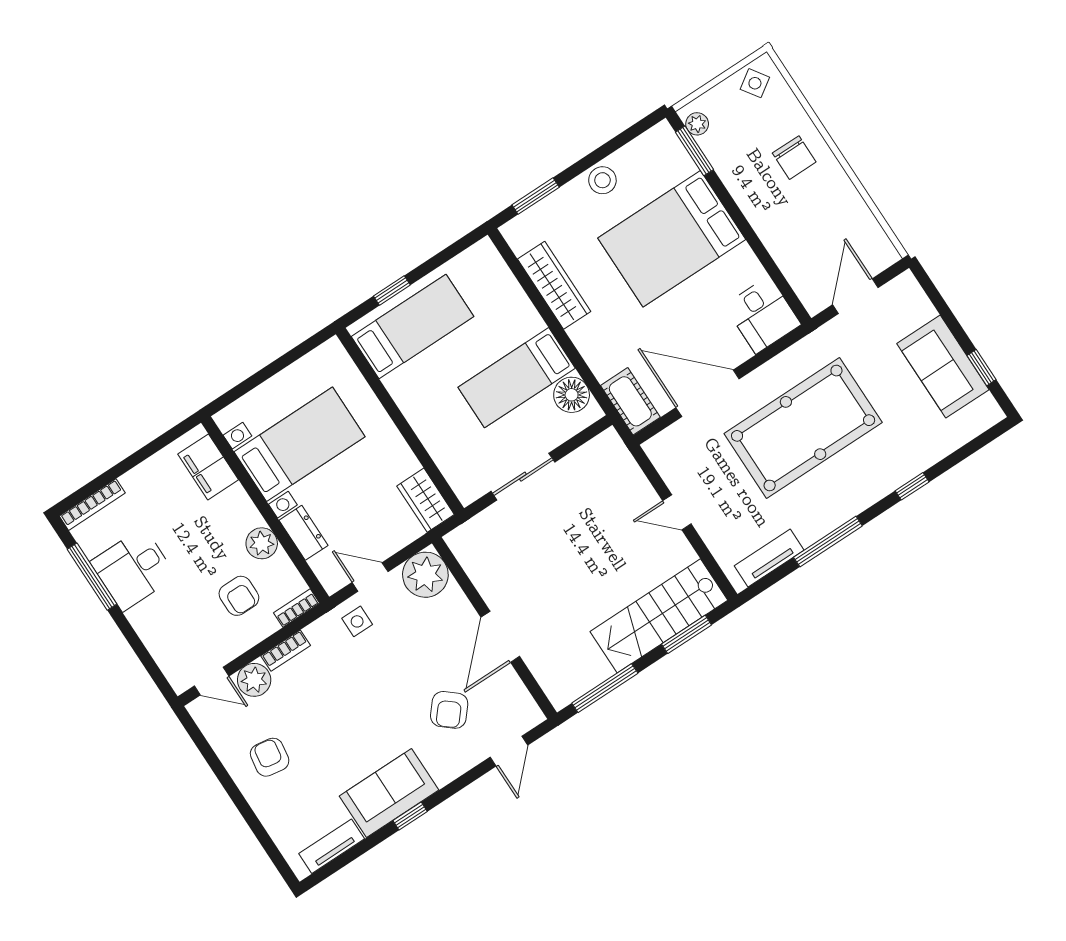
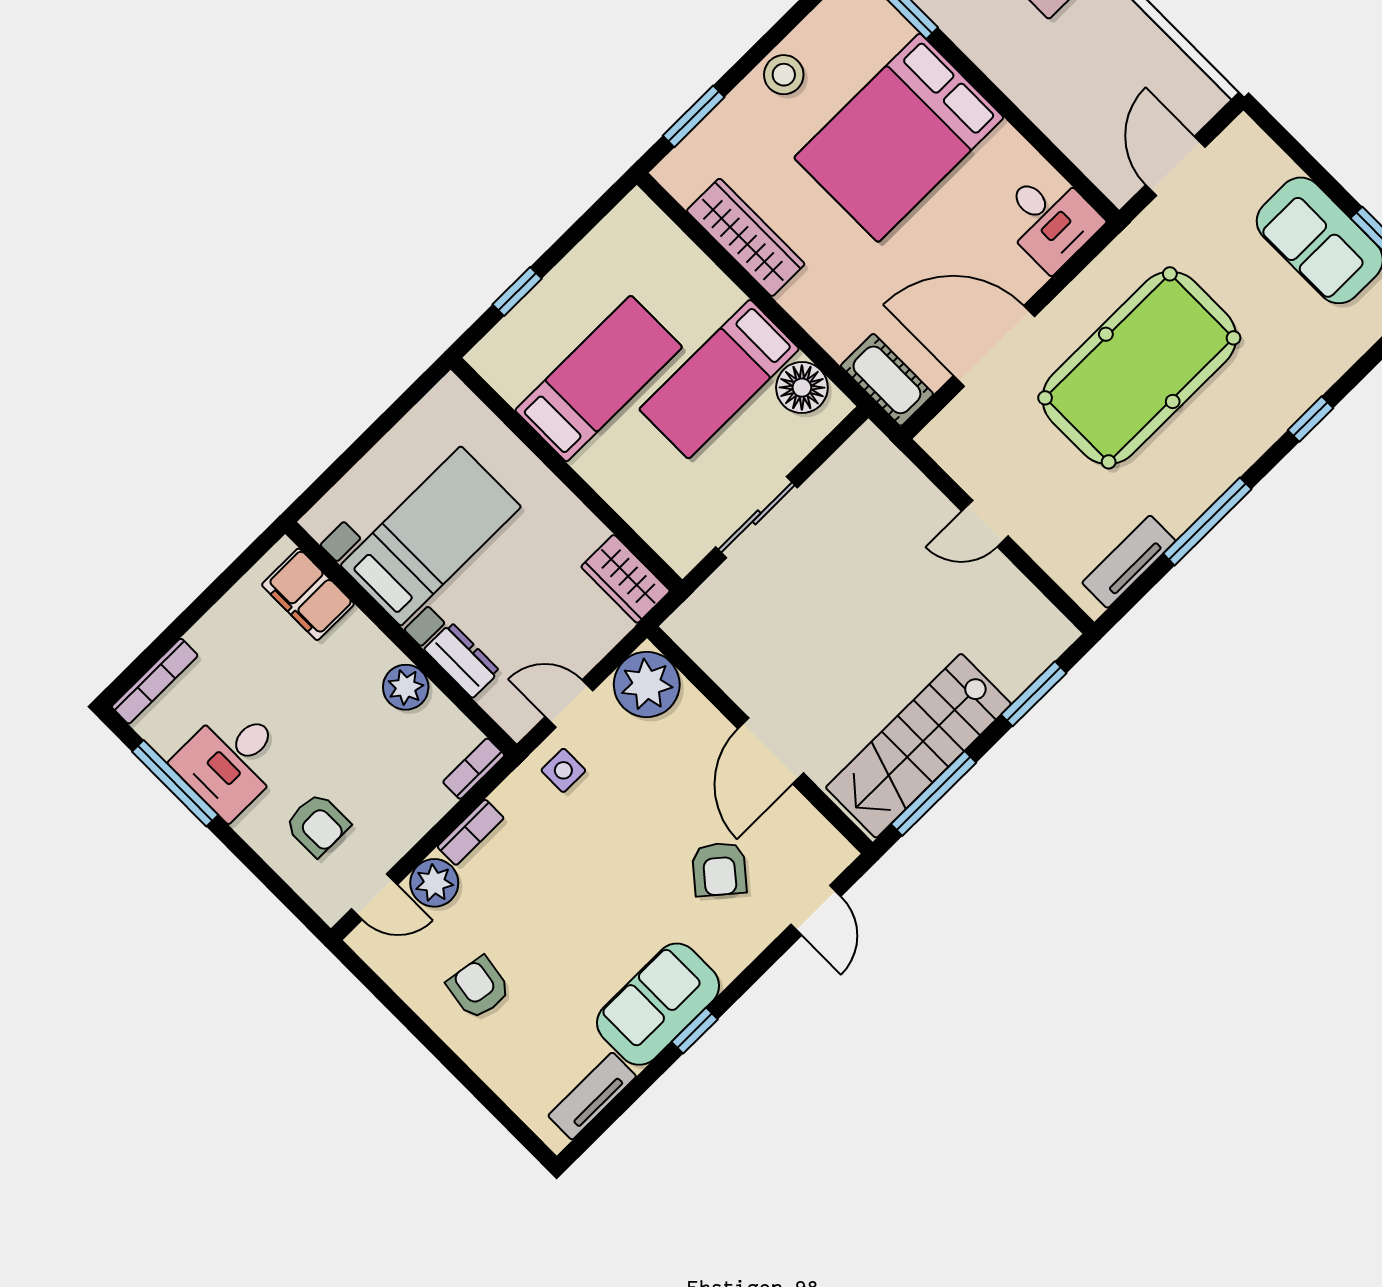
bed: (412, 326) -> (599, 379), moved
armchair: (239, 596) -> (317, 825), moved
stairs: (659, 616) -> (918, 746), moved

